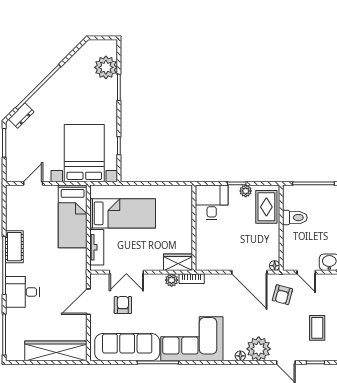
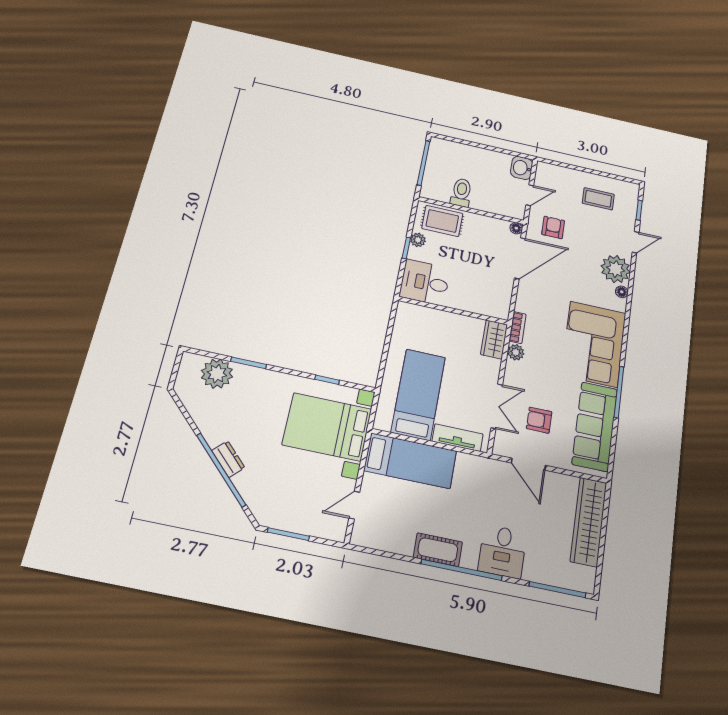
dresser: (21, 115) -> (228, 459), moved
door: (33, 183) -> (354, 505), hinge flipped
armchair: (282, 295) -> (553, 227), turned -105

